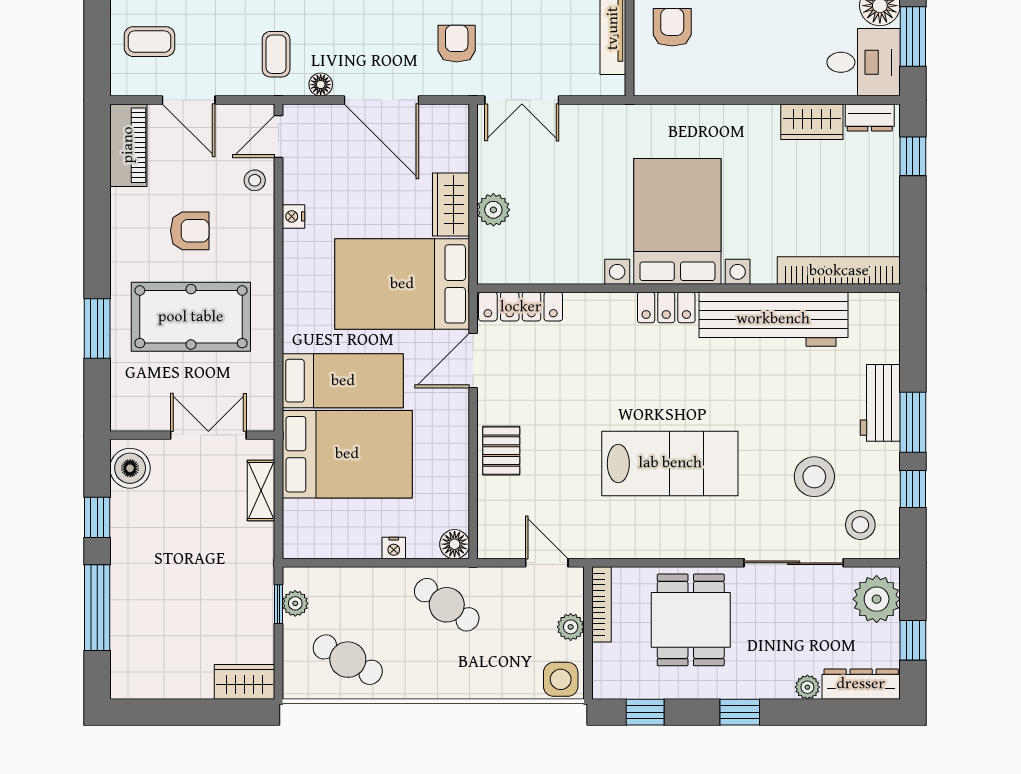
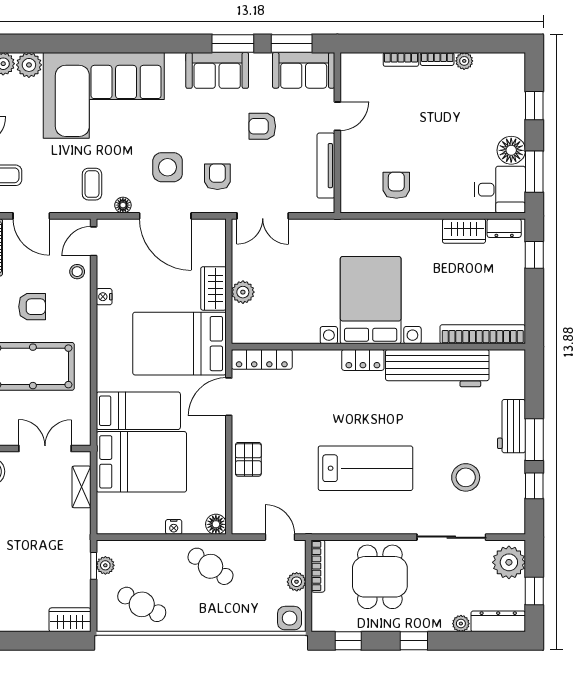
armchair: (672, 27) -> (396, 185), moved
side table: (385, 30) -> (168, 167), added
stool: (860, 525) -> (498, 511), removed

